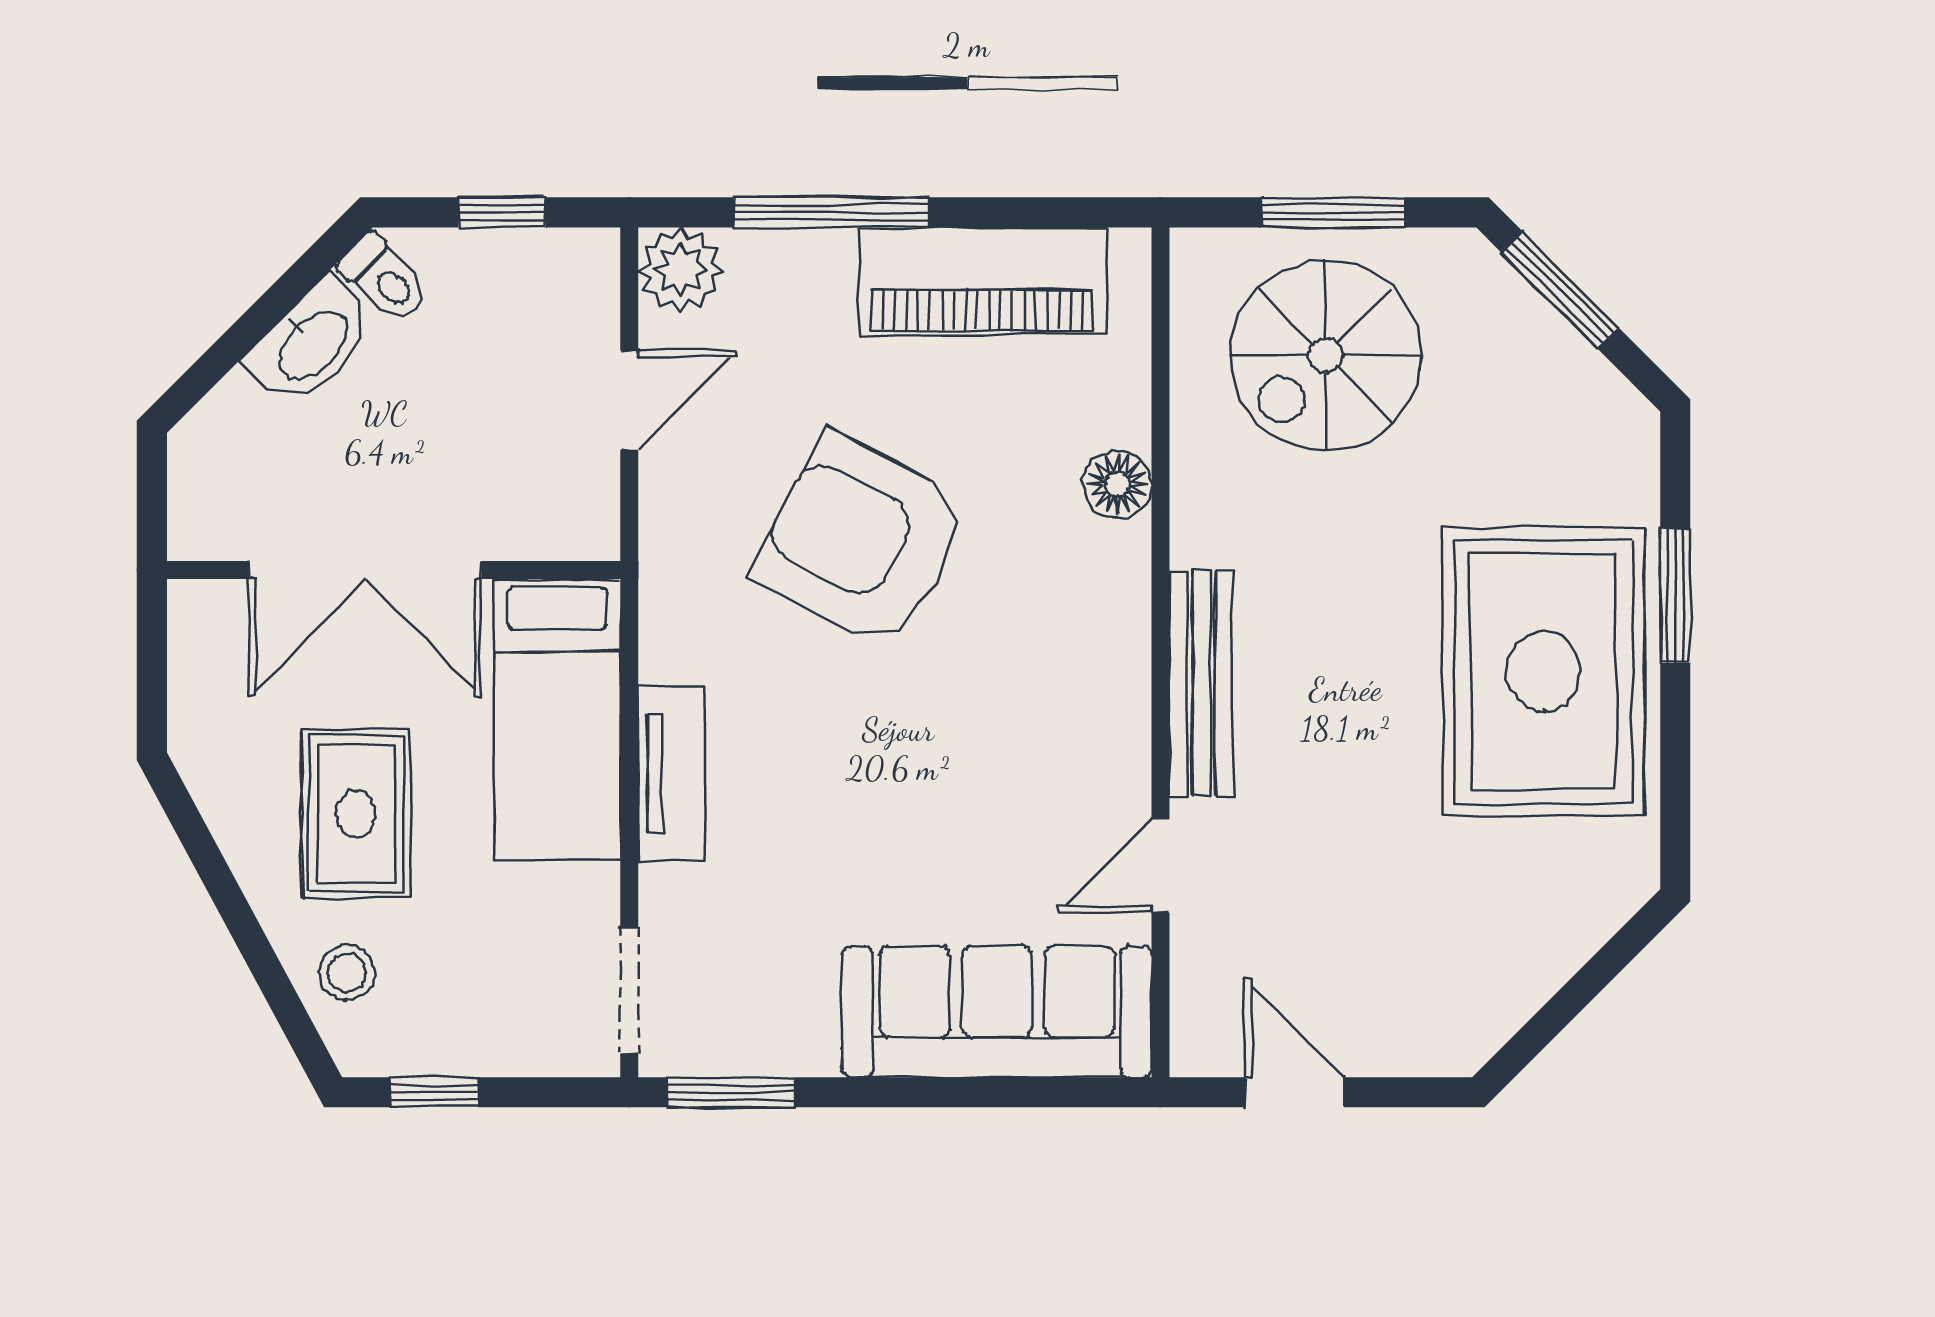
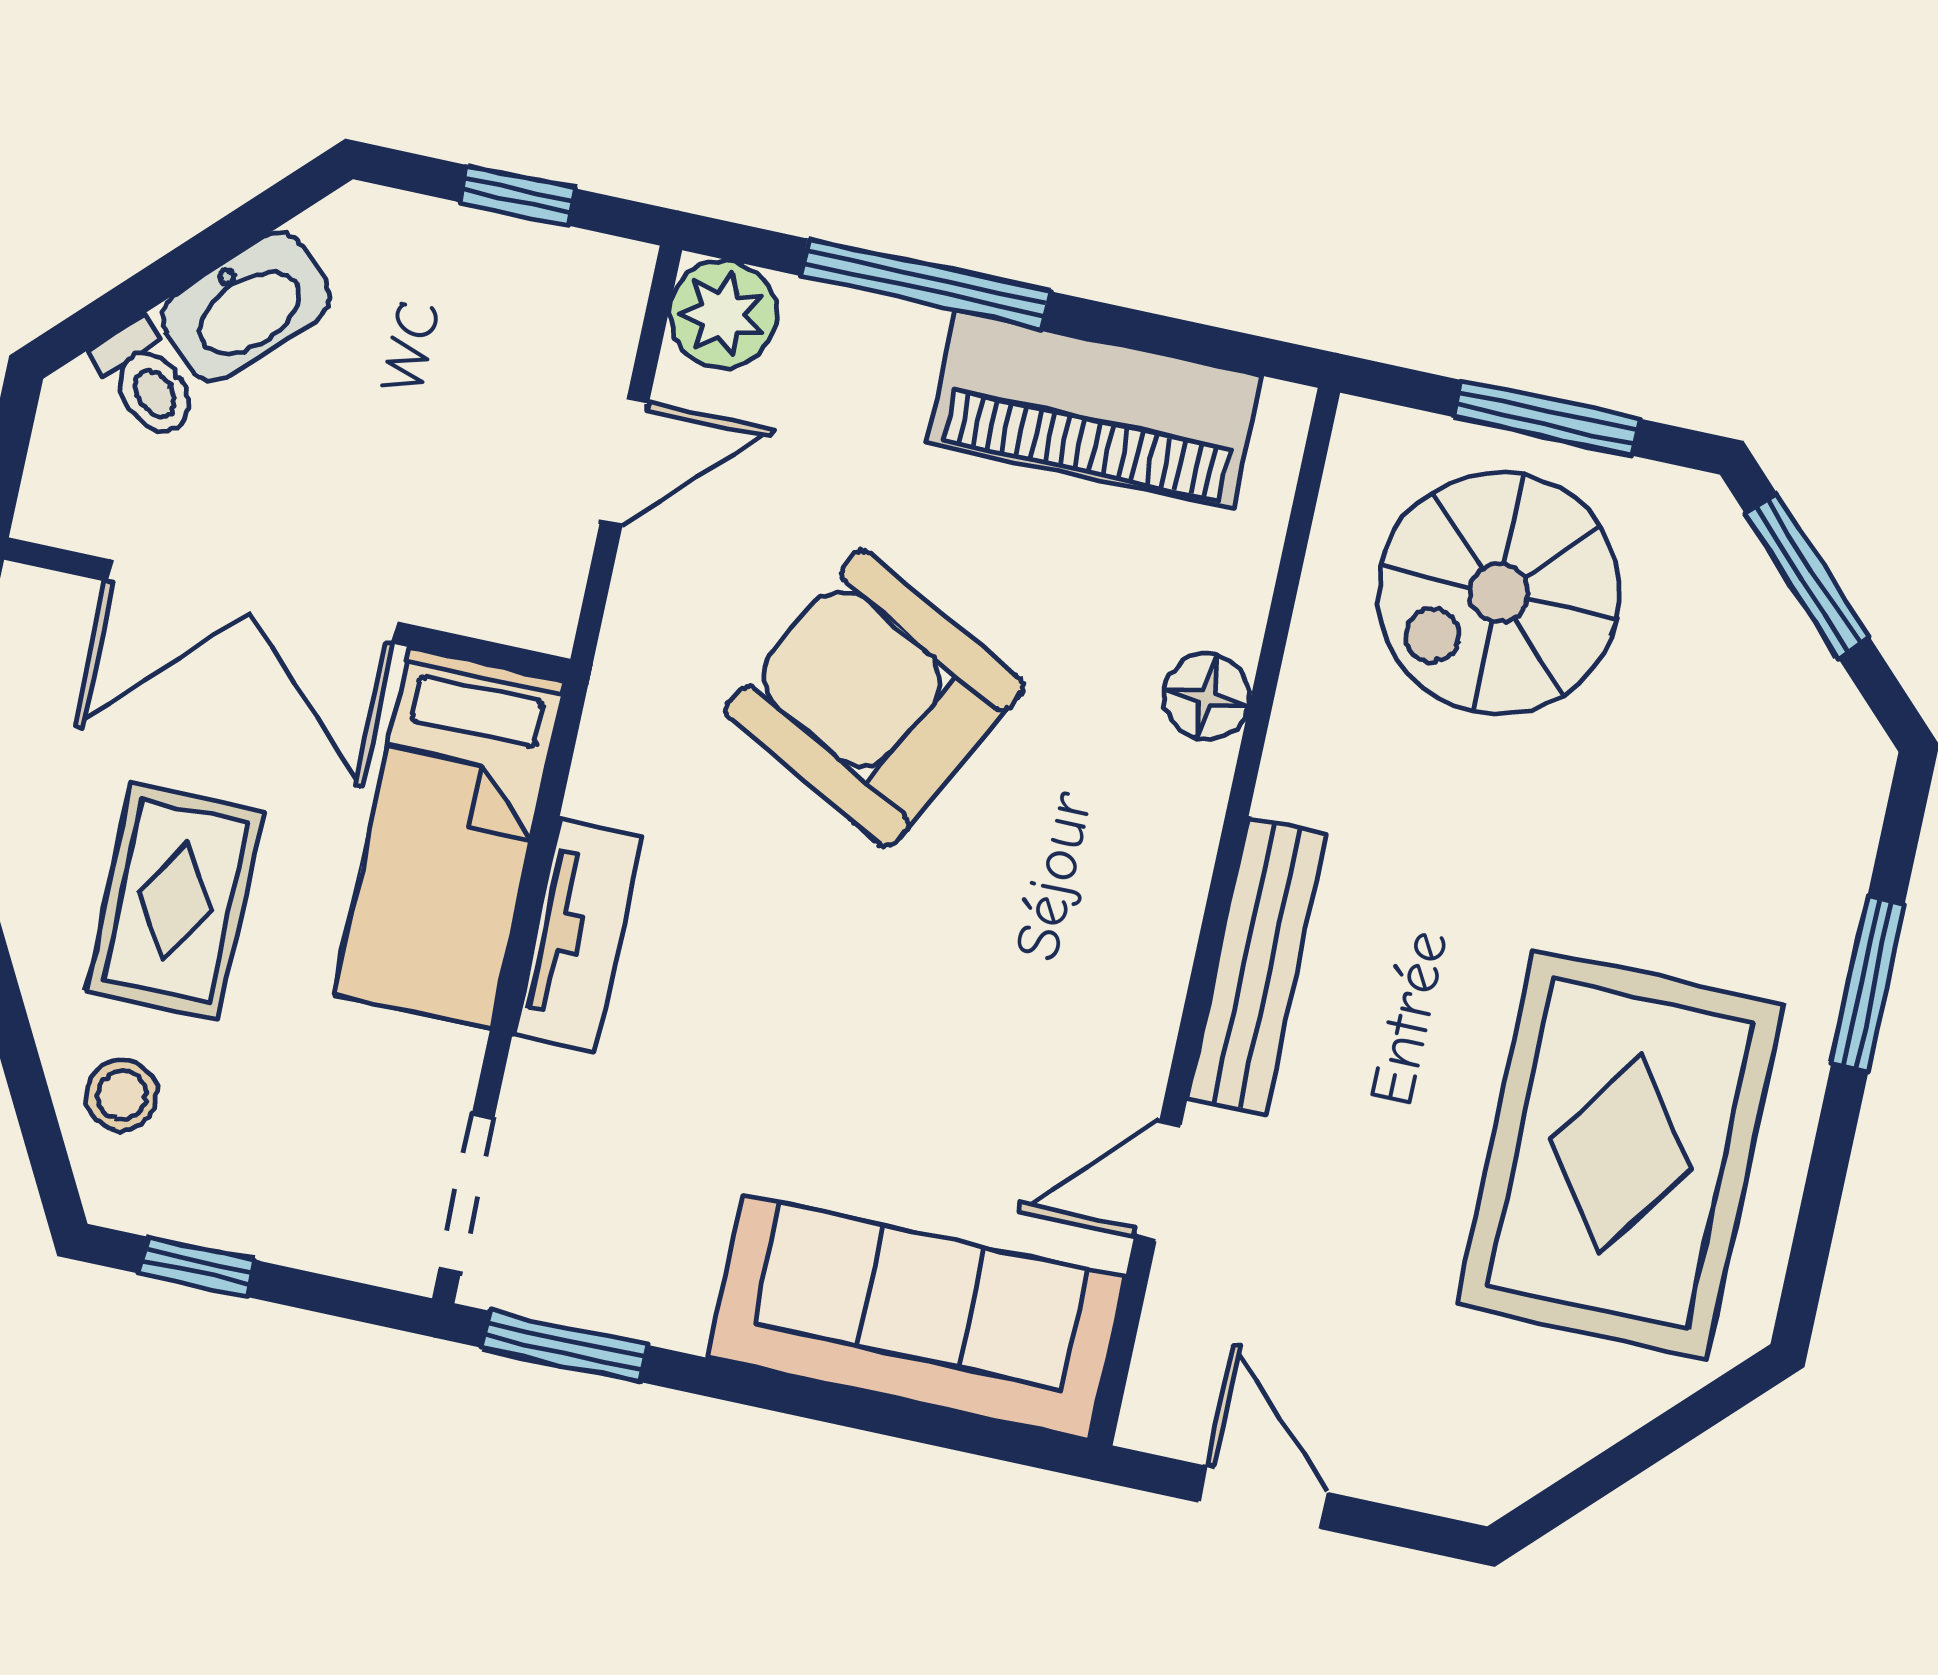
toilet: (384, 279) -> (147, 380), moved
rug: (1543, 672) -> (1620, 1154), moved

